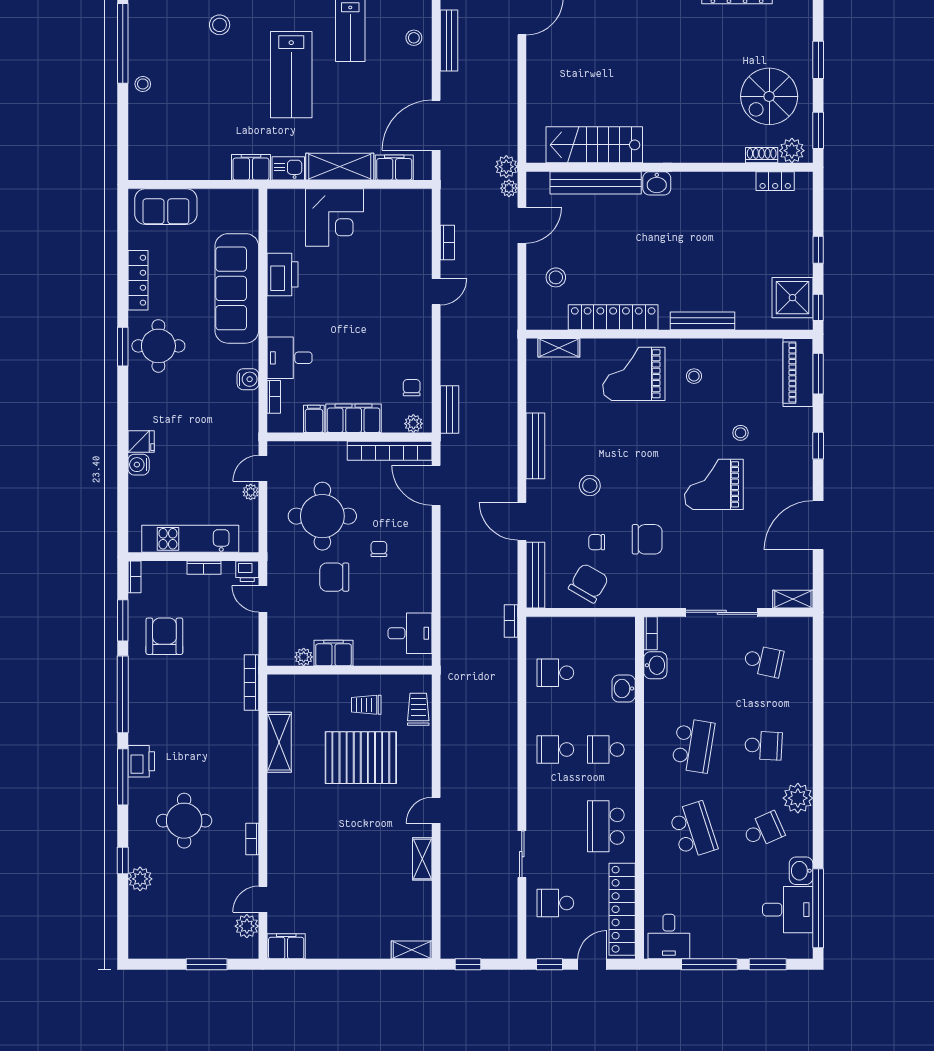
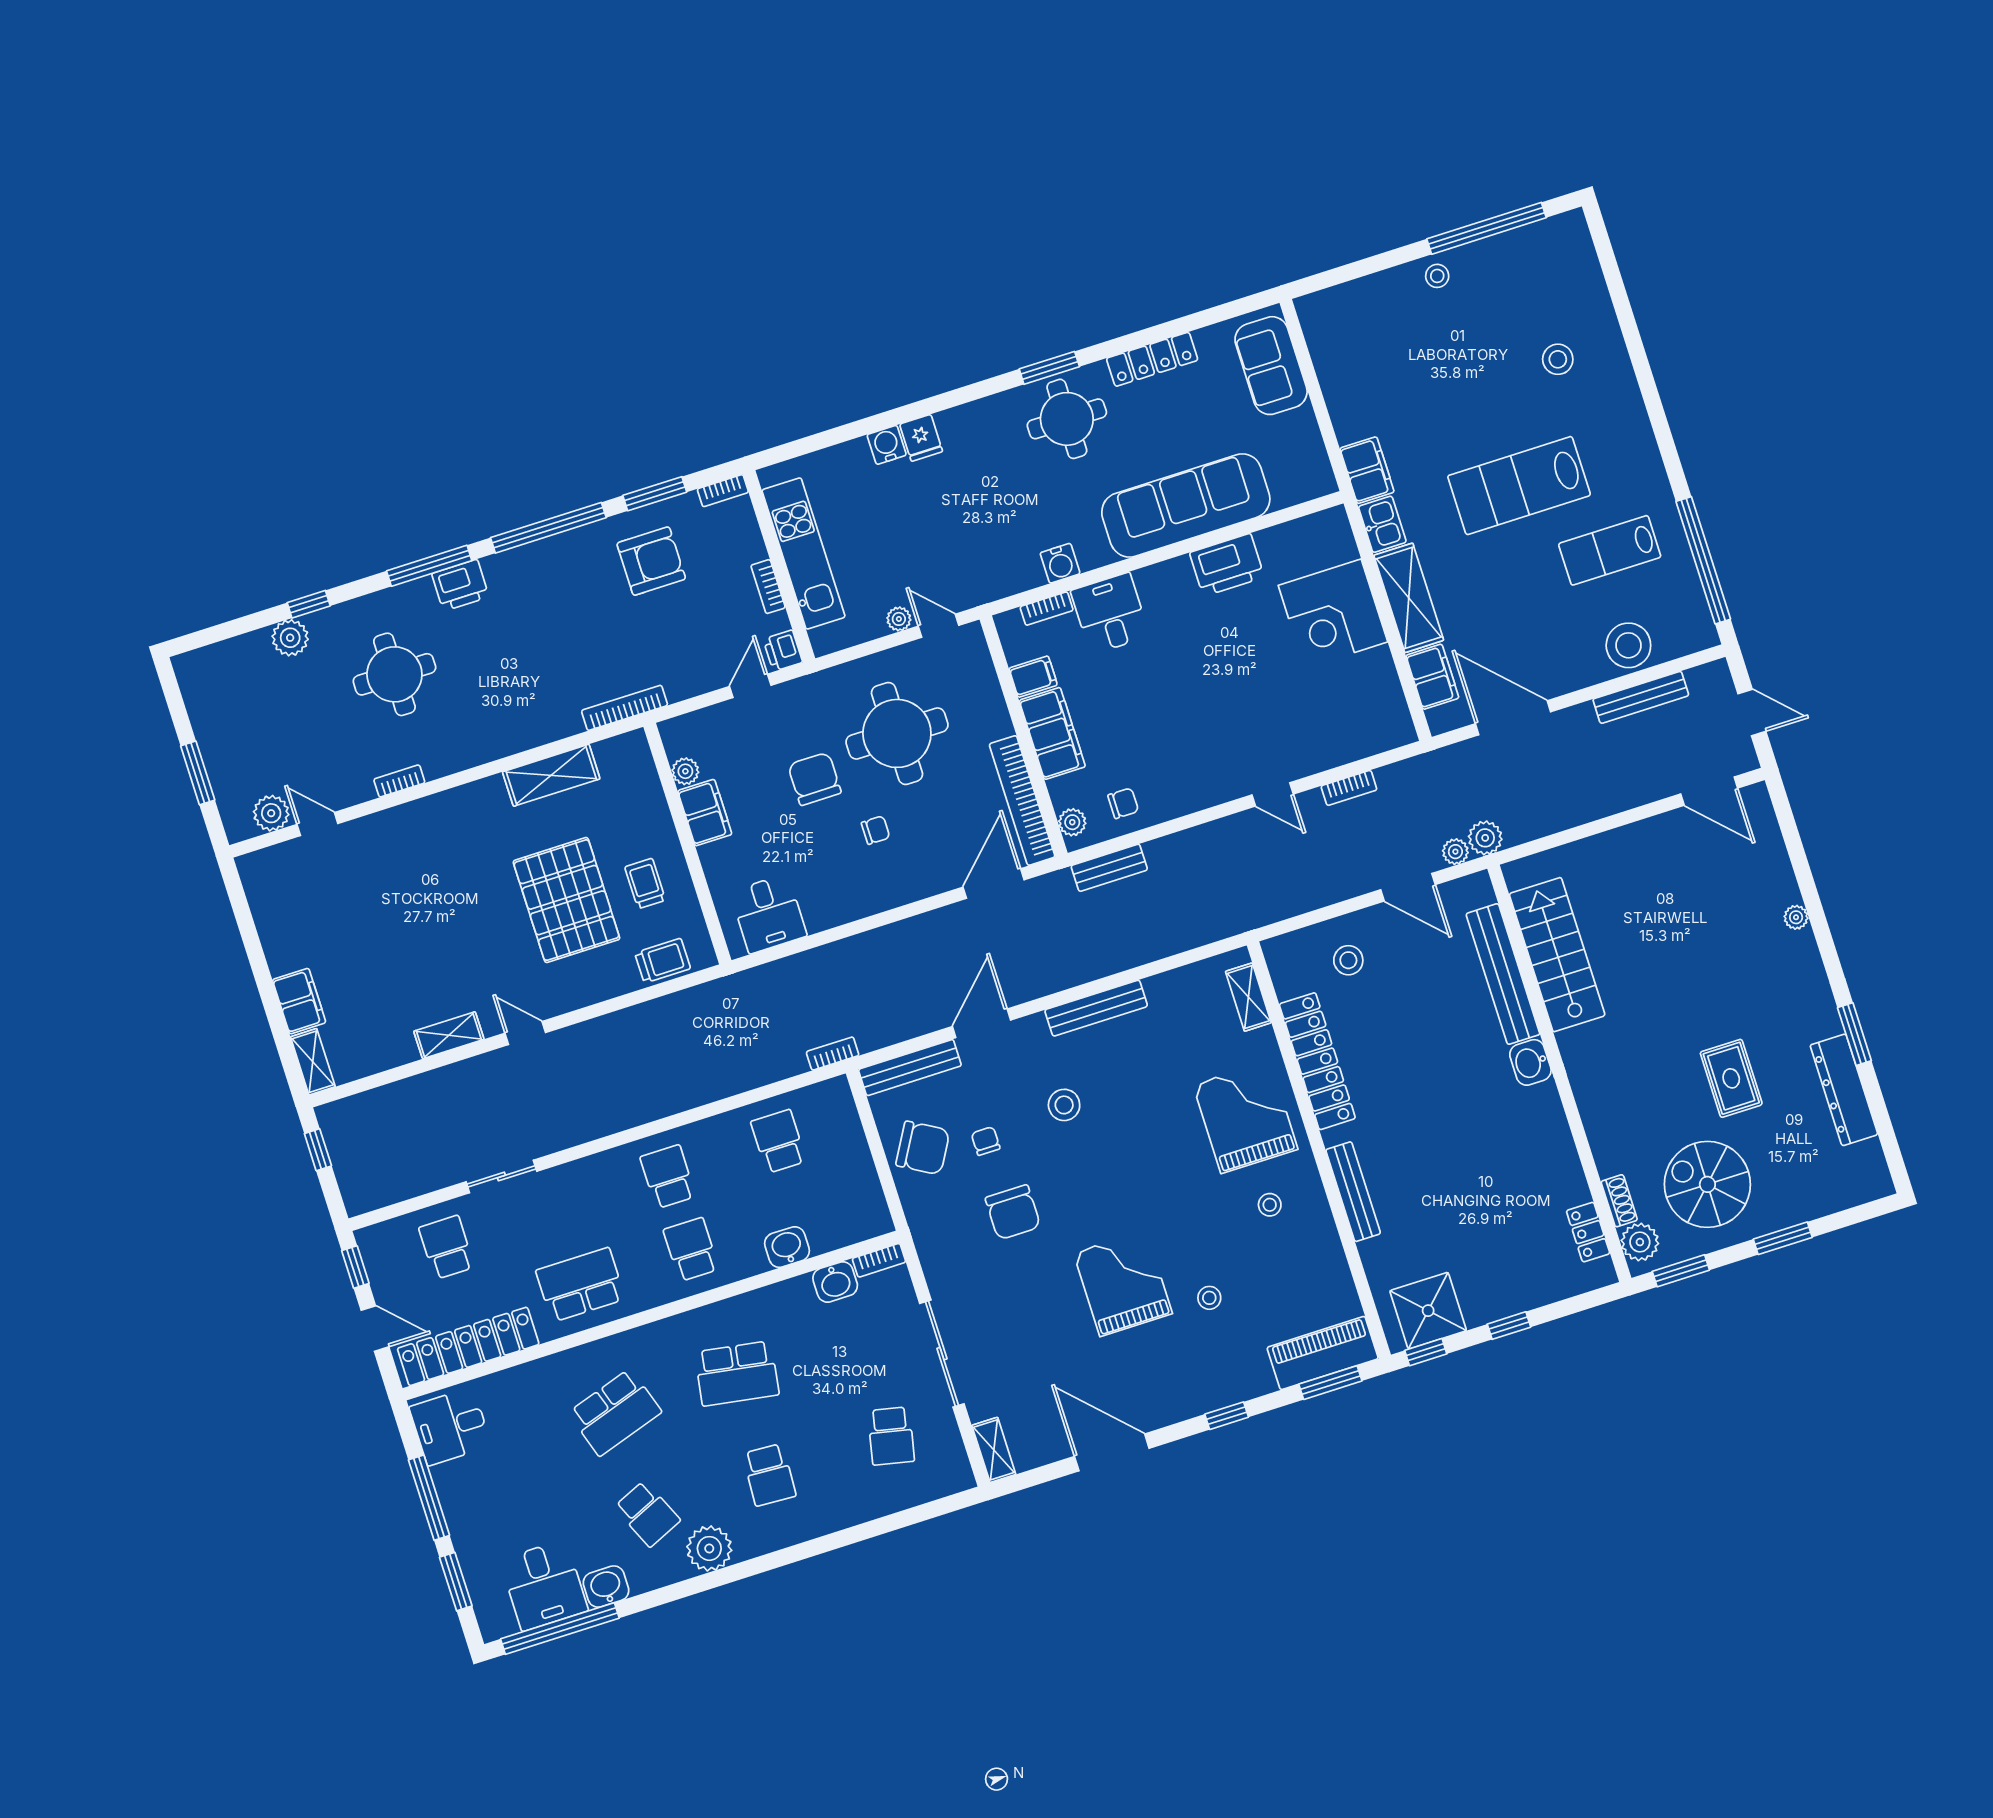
stool: (414, 38) -> (1628, 645), width x1.89, depth x1.89
rug: (707, 60) -> (1731, 1078), added
filing cabinet: (286, 946) -> (299, 1001), moved

